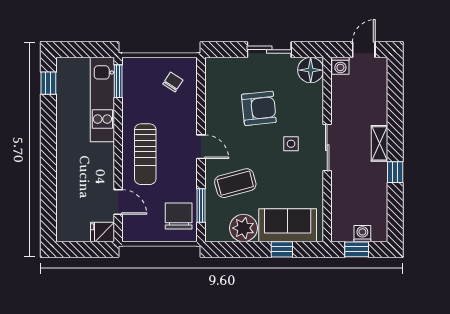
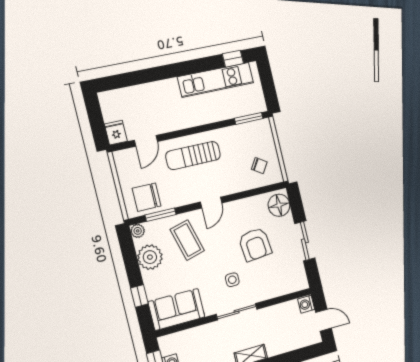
floor lamp: (311, 70) -> (279, 205), moved
kitchen unit: (102, 100) -> (216, 80), moved, turned 180
chair: (179, 216) -> (147, 197), turned 180
sofa: (288, 225) -> (177, 309), moved, turned -90
plant: (212, 234) -> (138, 231), added

